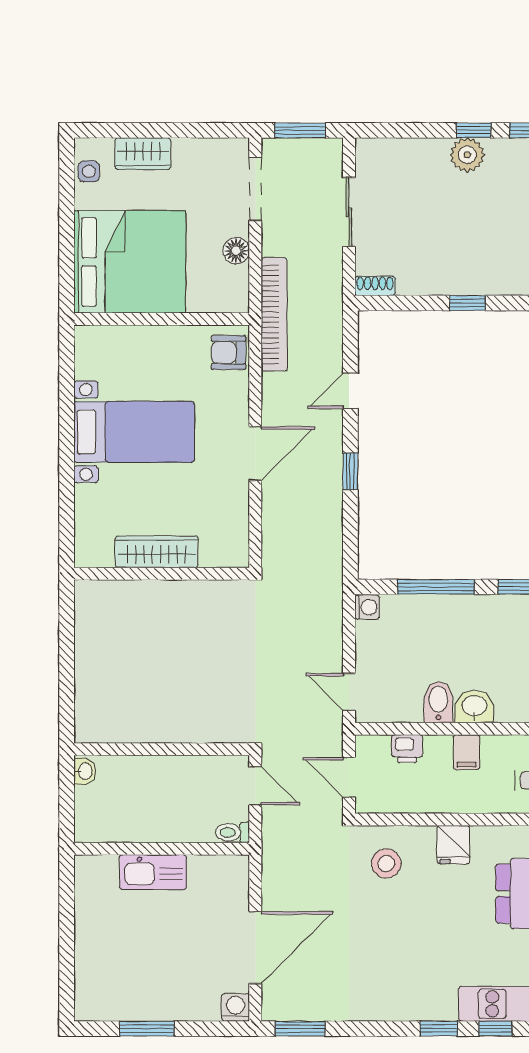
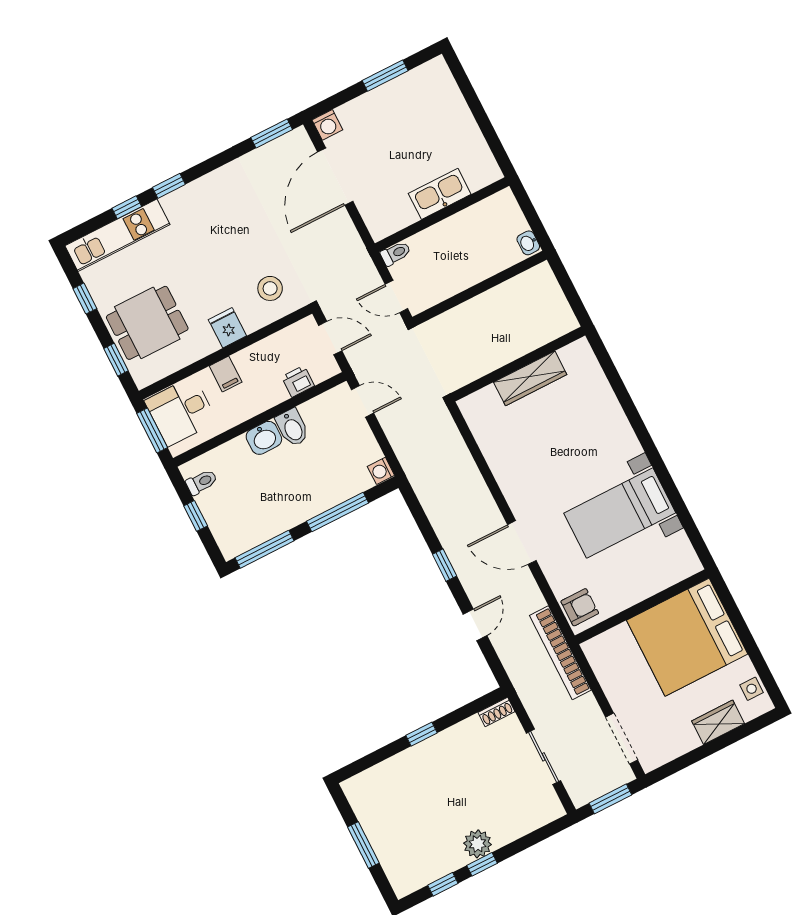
floor lamp: (236, 251) -> (613, 686), removed
door: (255, 454) -> (522, 543), hinge flipped
wardrobe: (157, 552) -> (530, 378), moved
wall: (162, 574) -> (518, 364), moved
filing cabinet: (467, 752) -> (226, 374), moved, turned 180

